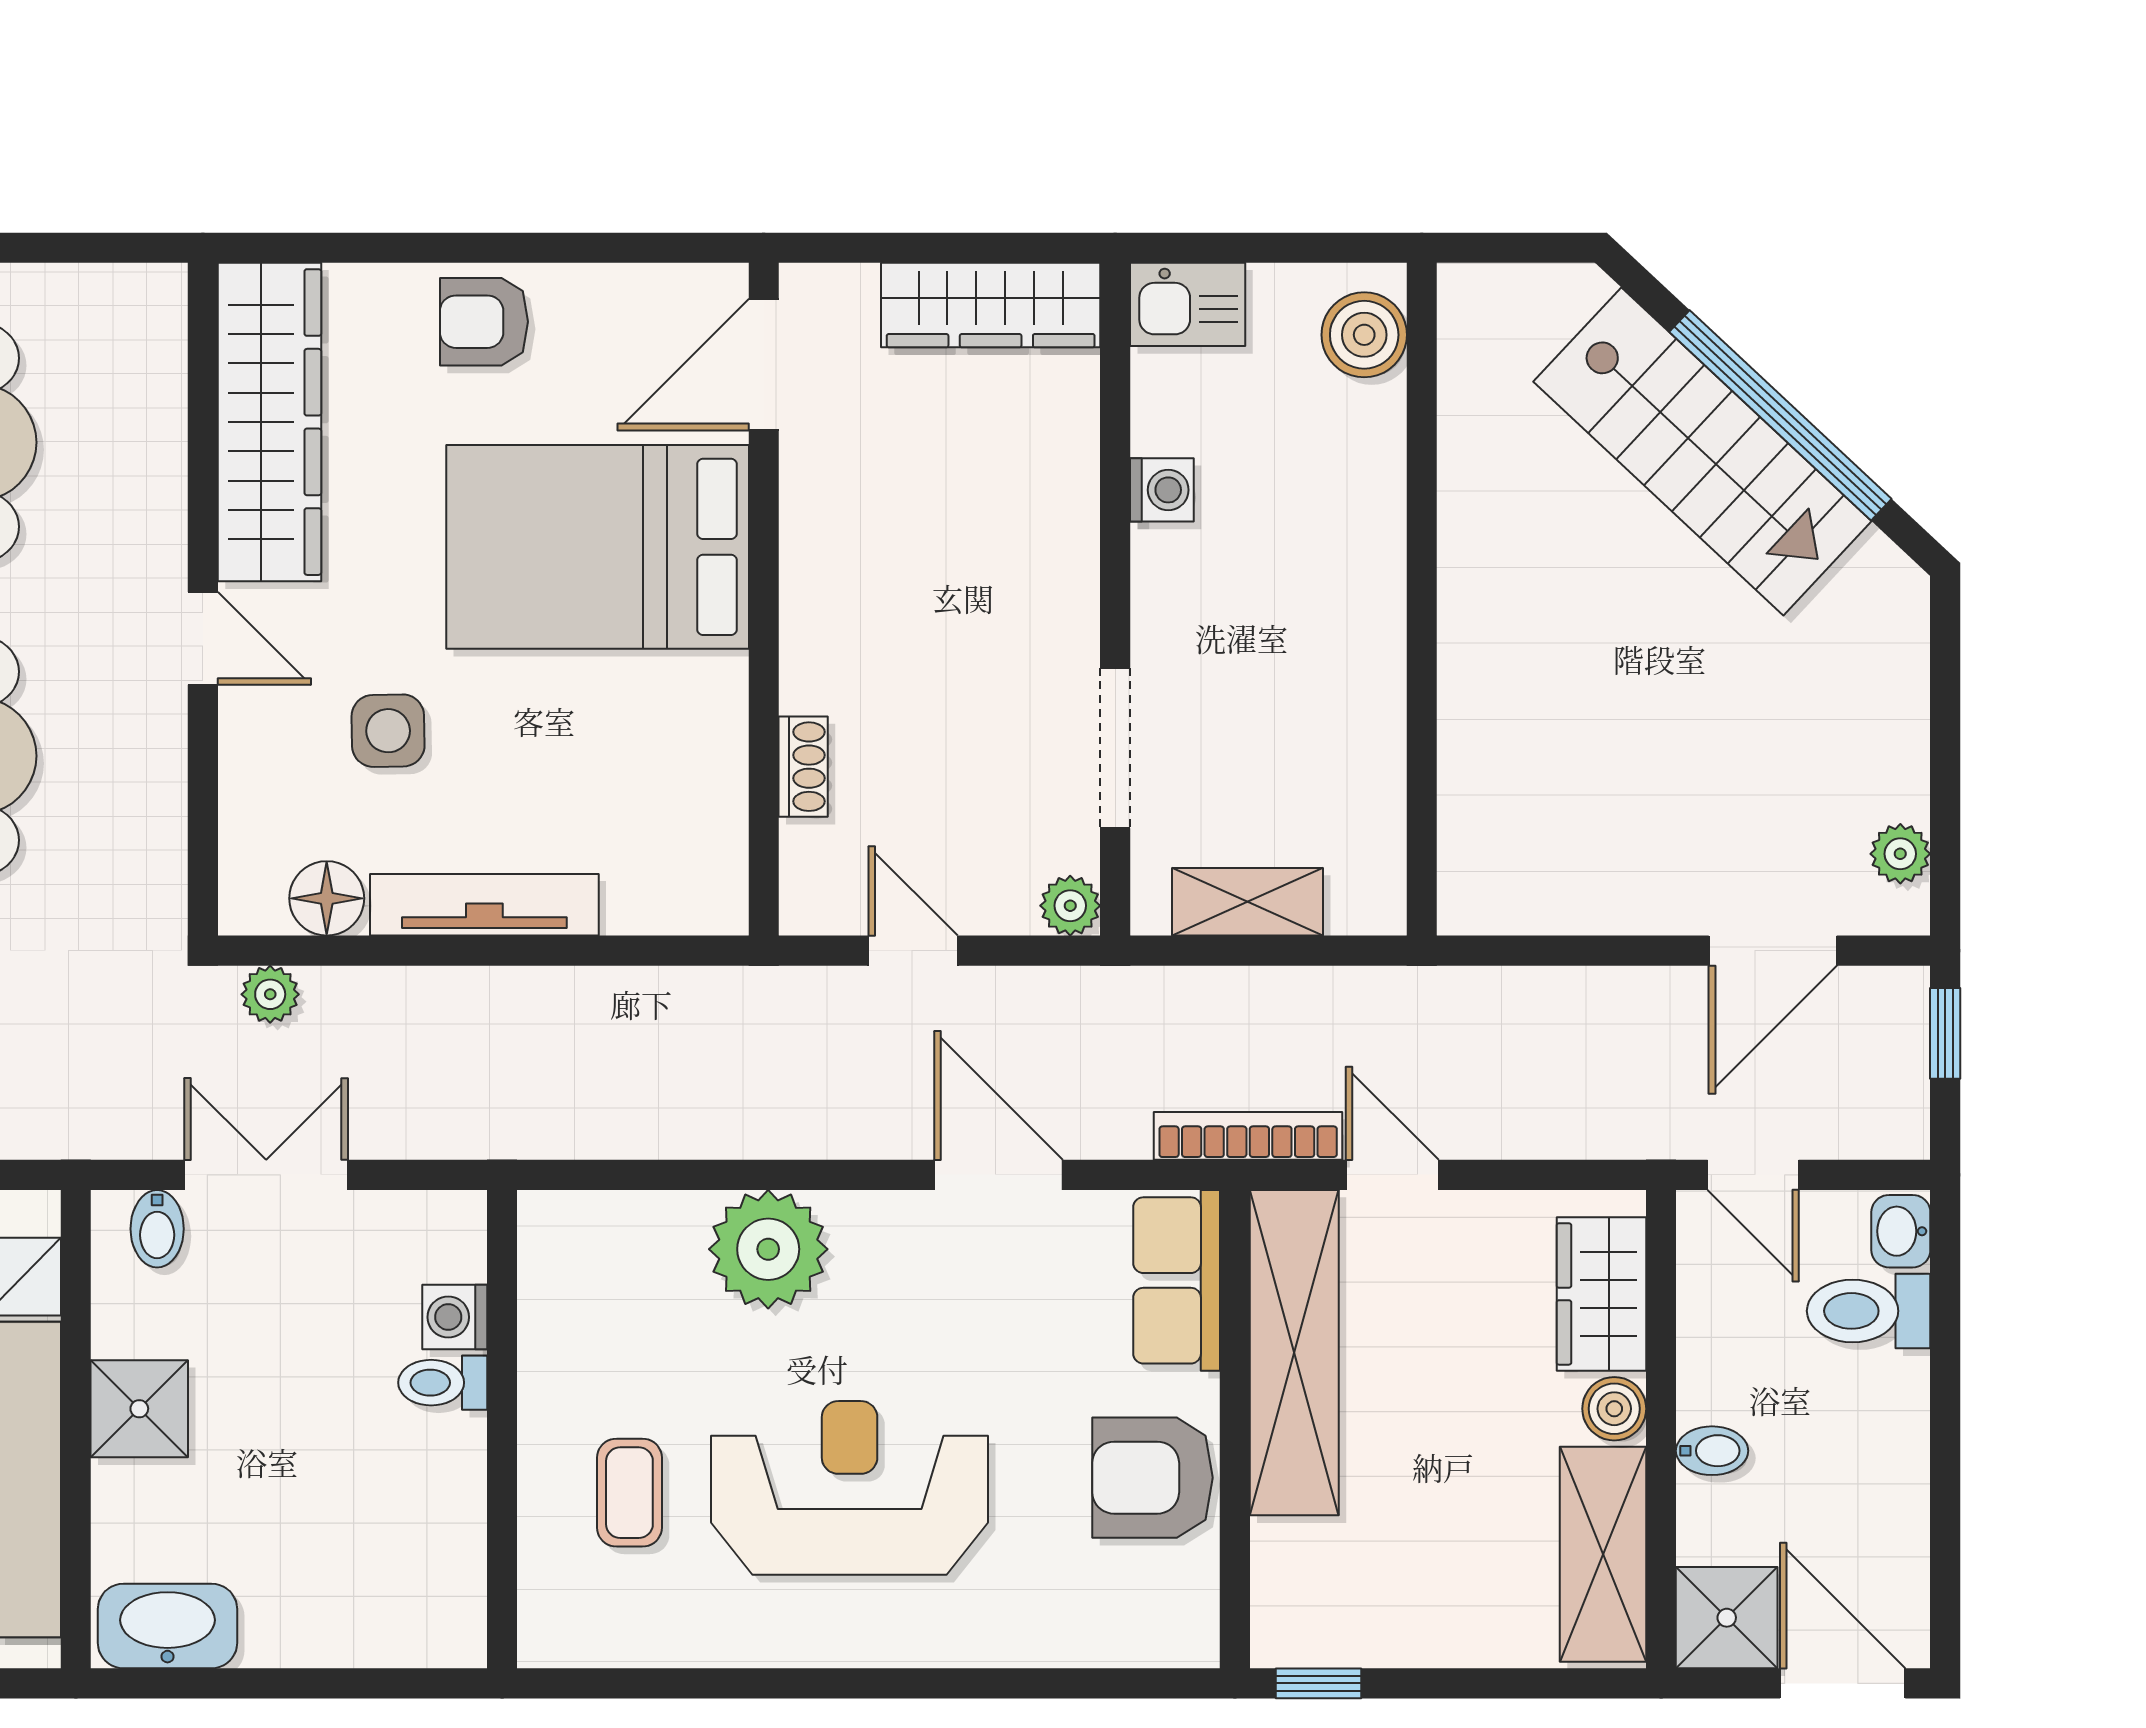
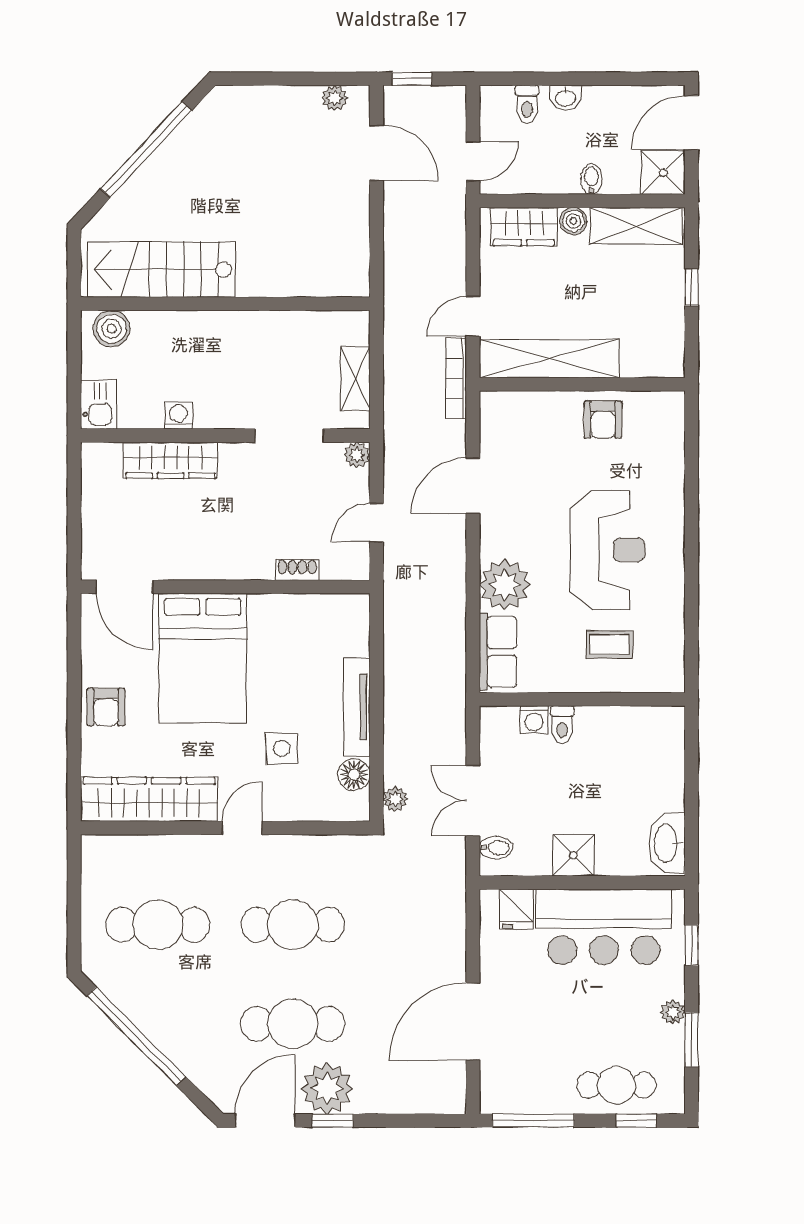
wardrobe: (991, 305) -> (171, 460), moved, turned 90
stairs: (1702, 451) -> (162, 270), moved, turned -133
washbasin: (1901, 1231) -> (566, 98), moved
row of seats: (1177, 1280) -> (498, 652), moved, turned -90
toilet: (1869, 1311) -> (527, 104), width x0.73, depth x0.72
armchair: (1153, 1478) -> (603, 420), width x0.72, depth x0.72
reception desk: (850, 1488) -> (607, 550), turned 180
window: (1319, 1683) -> (691, 287), moved

